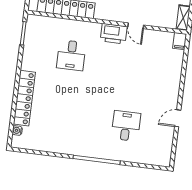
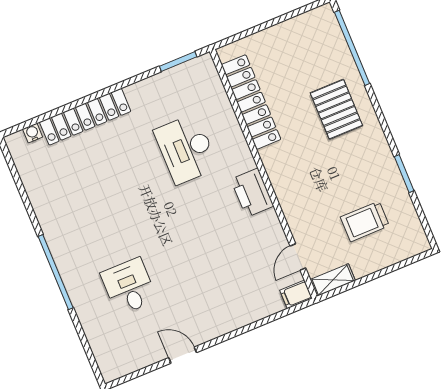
door: (136, 26) -> (298, 257), moved
desk: (71, 55) -> (186, 149), width x1.37
desk: (126, 126) -> (129, 286), turned -90

